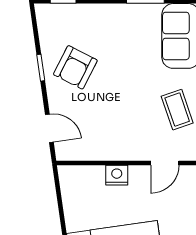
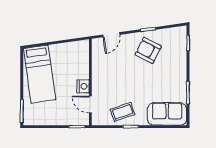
nightstand: (117, 175) -> (83, 86), moved

